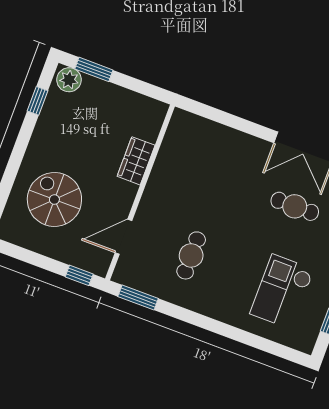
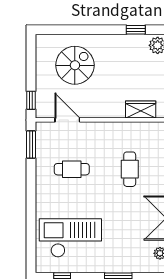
wardrobe: (136, 161) -> (141, 110), moved
cafe table: (295, 206) -> (130, 169), moved
checkout: (282, 292) -> (70, 238), width x1.36, depth x1.21

